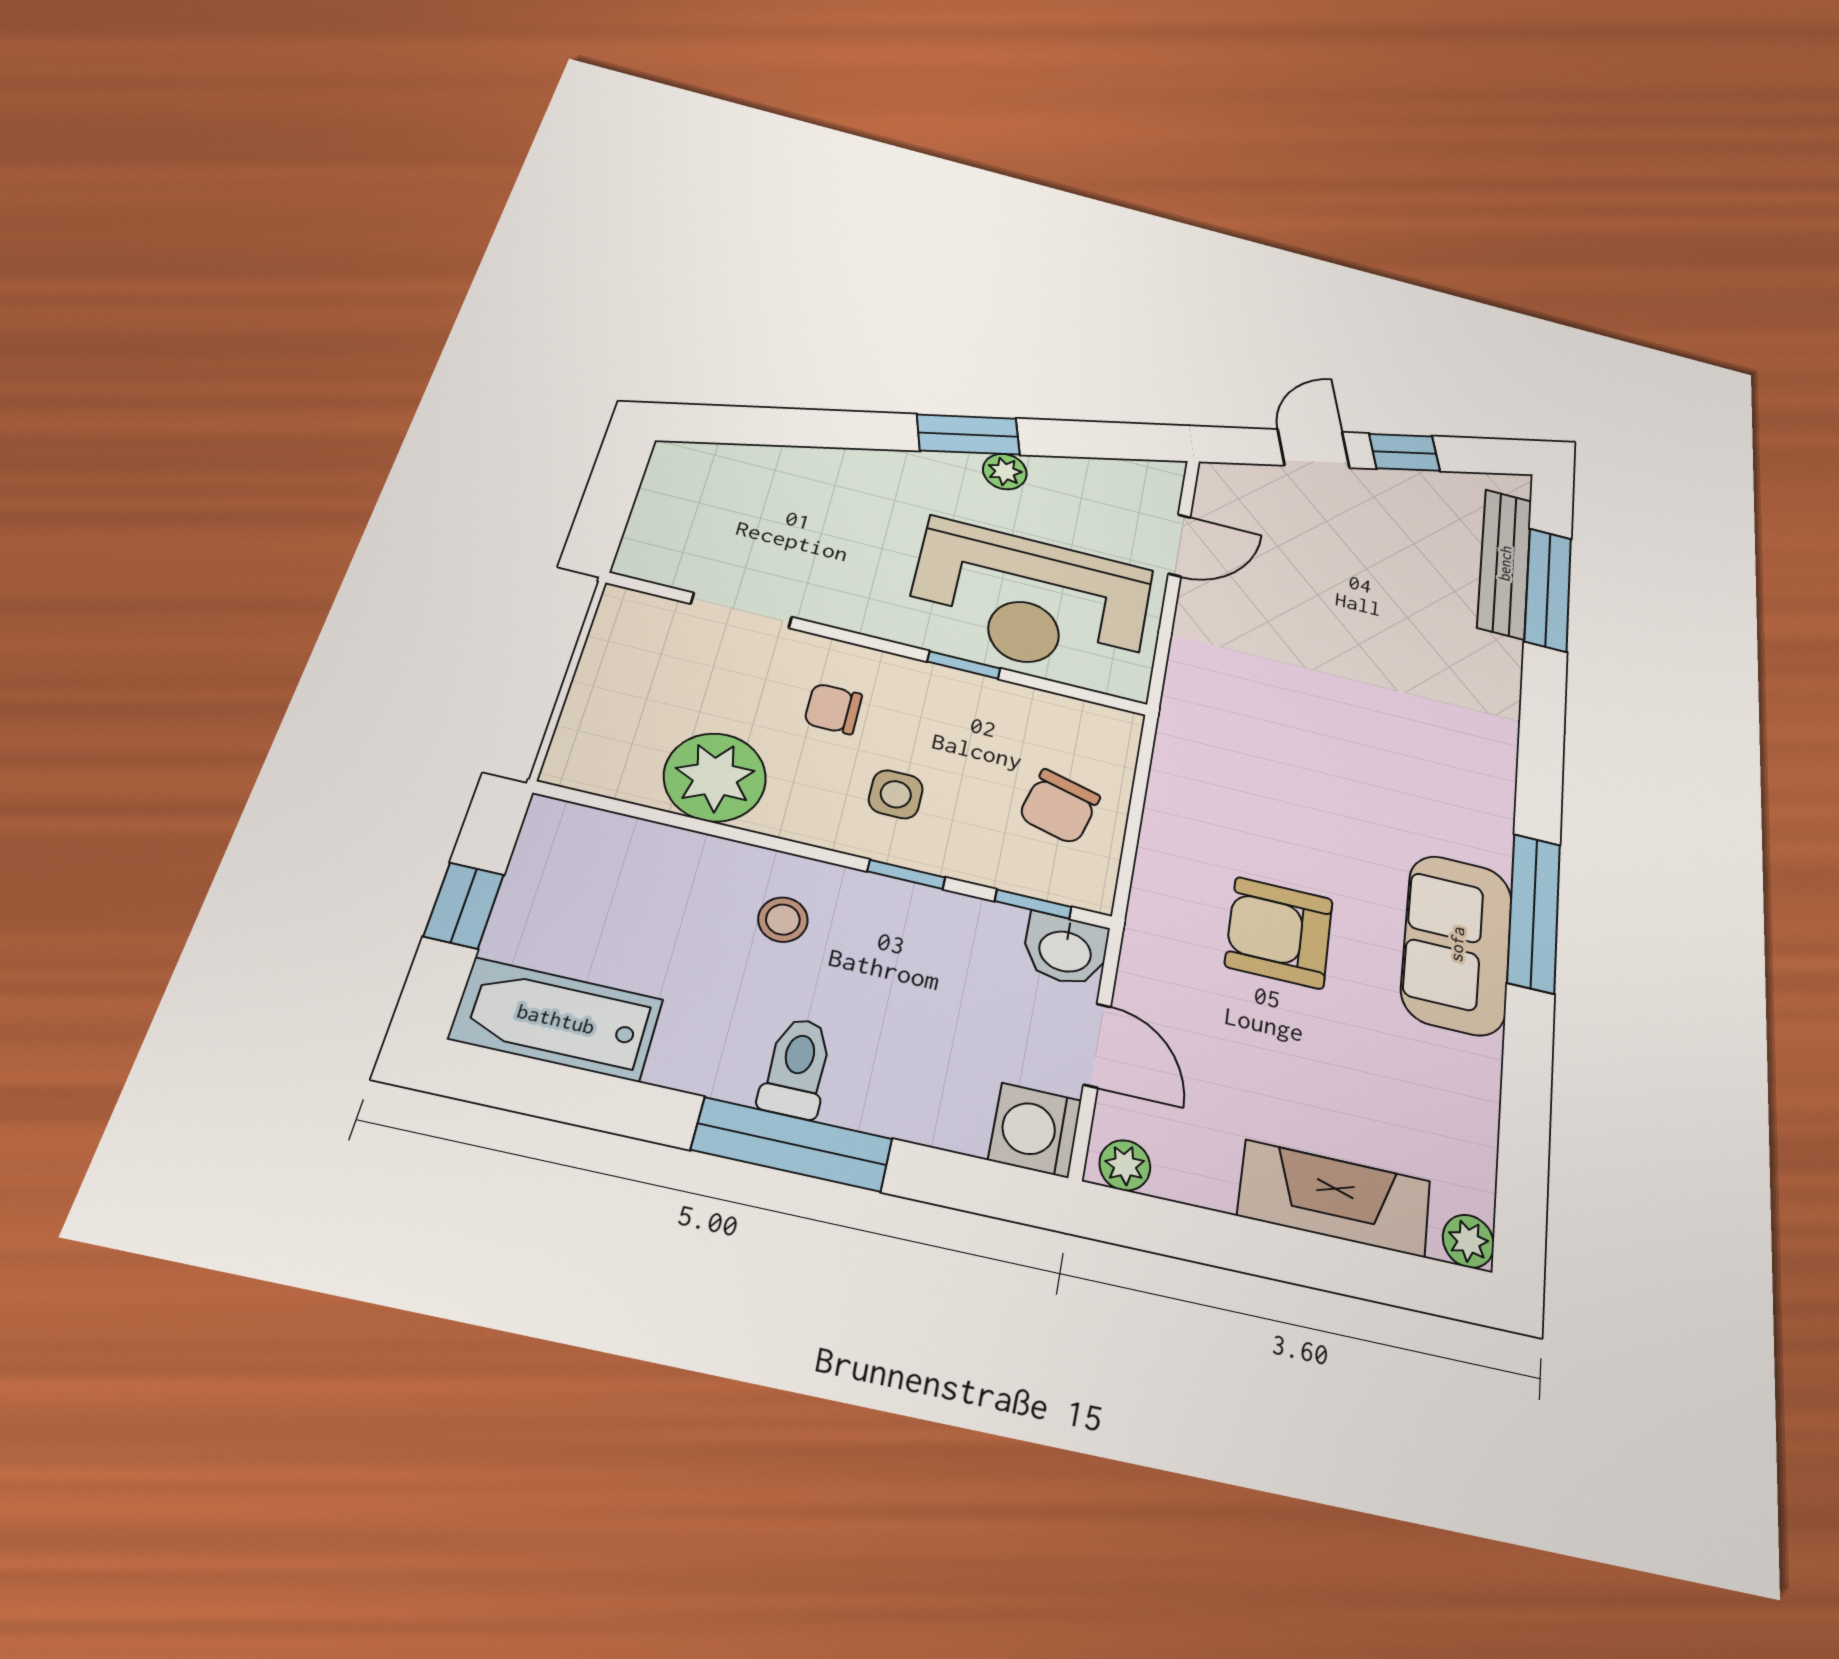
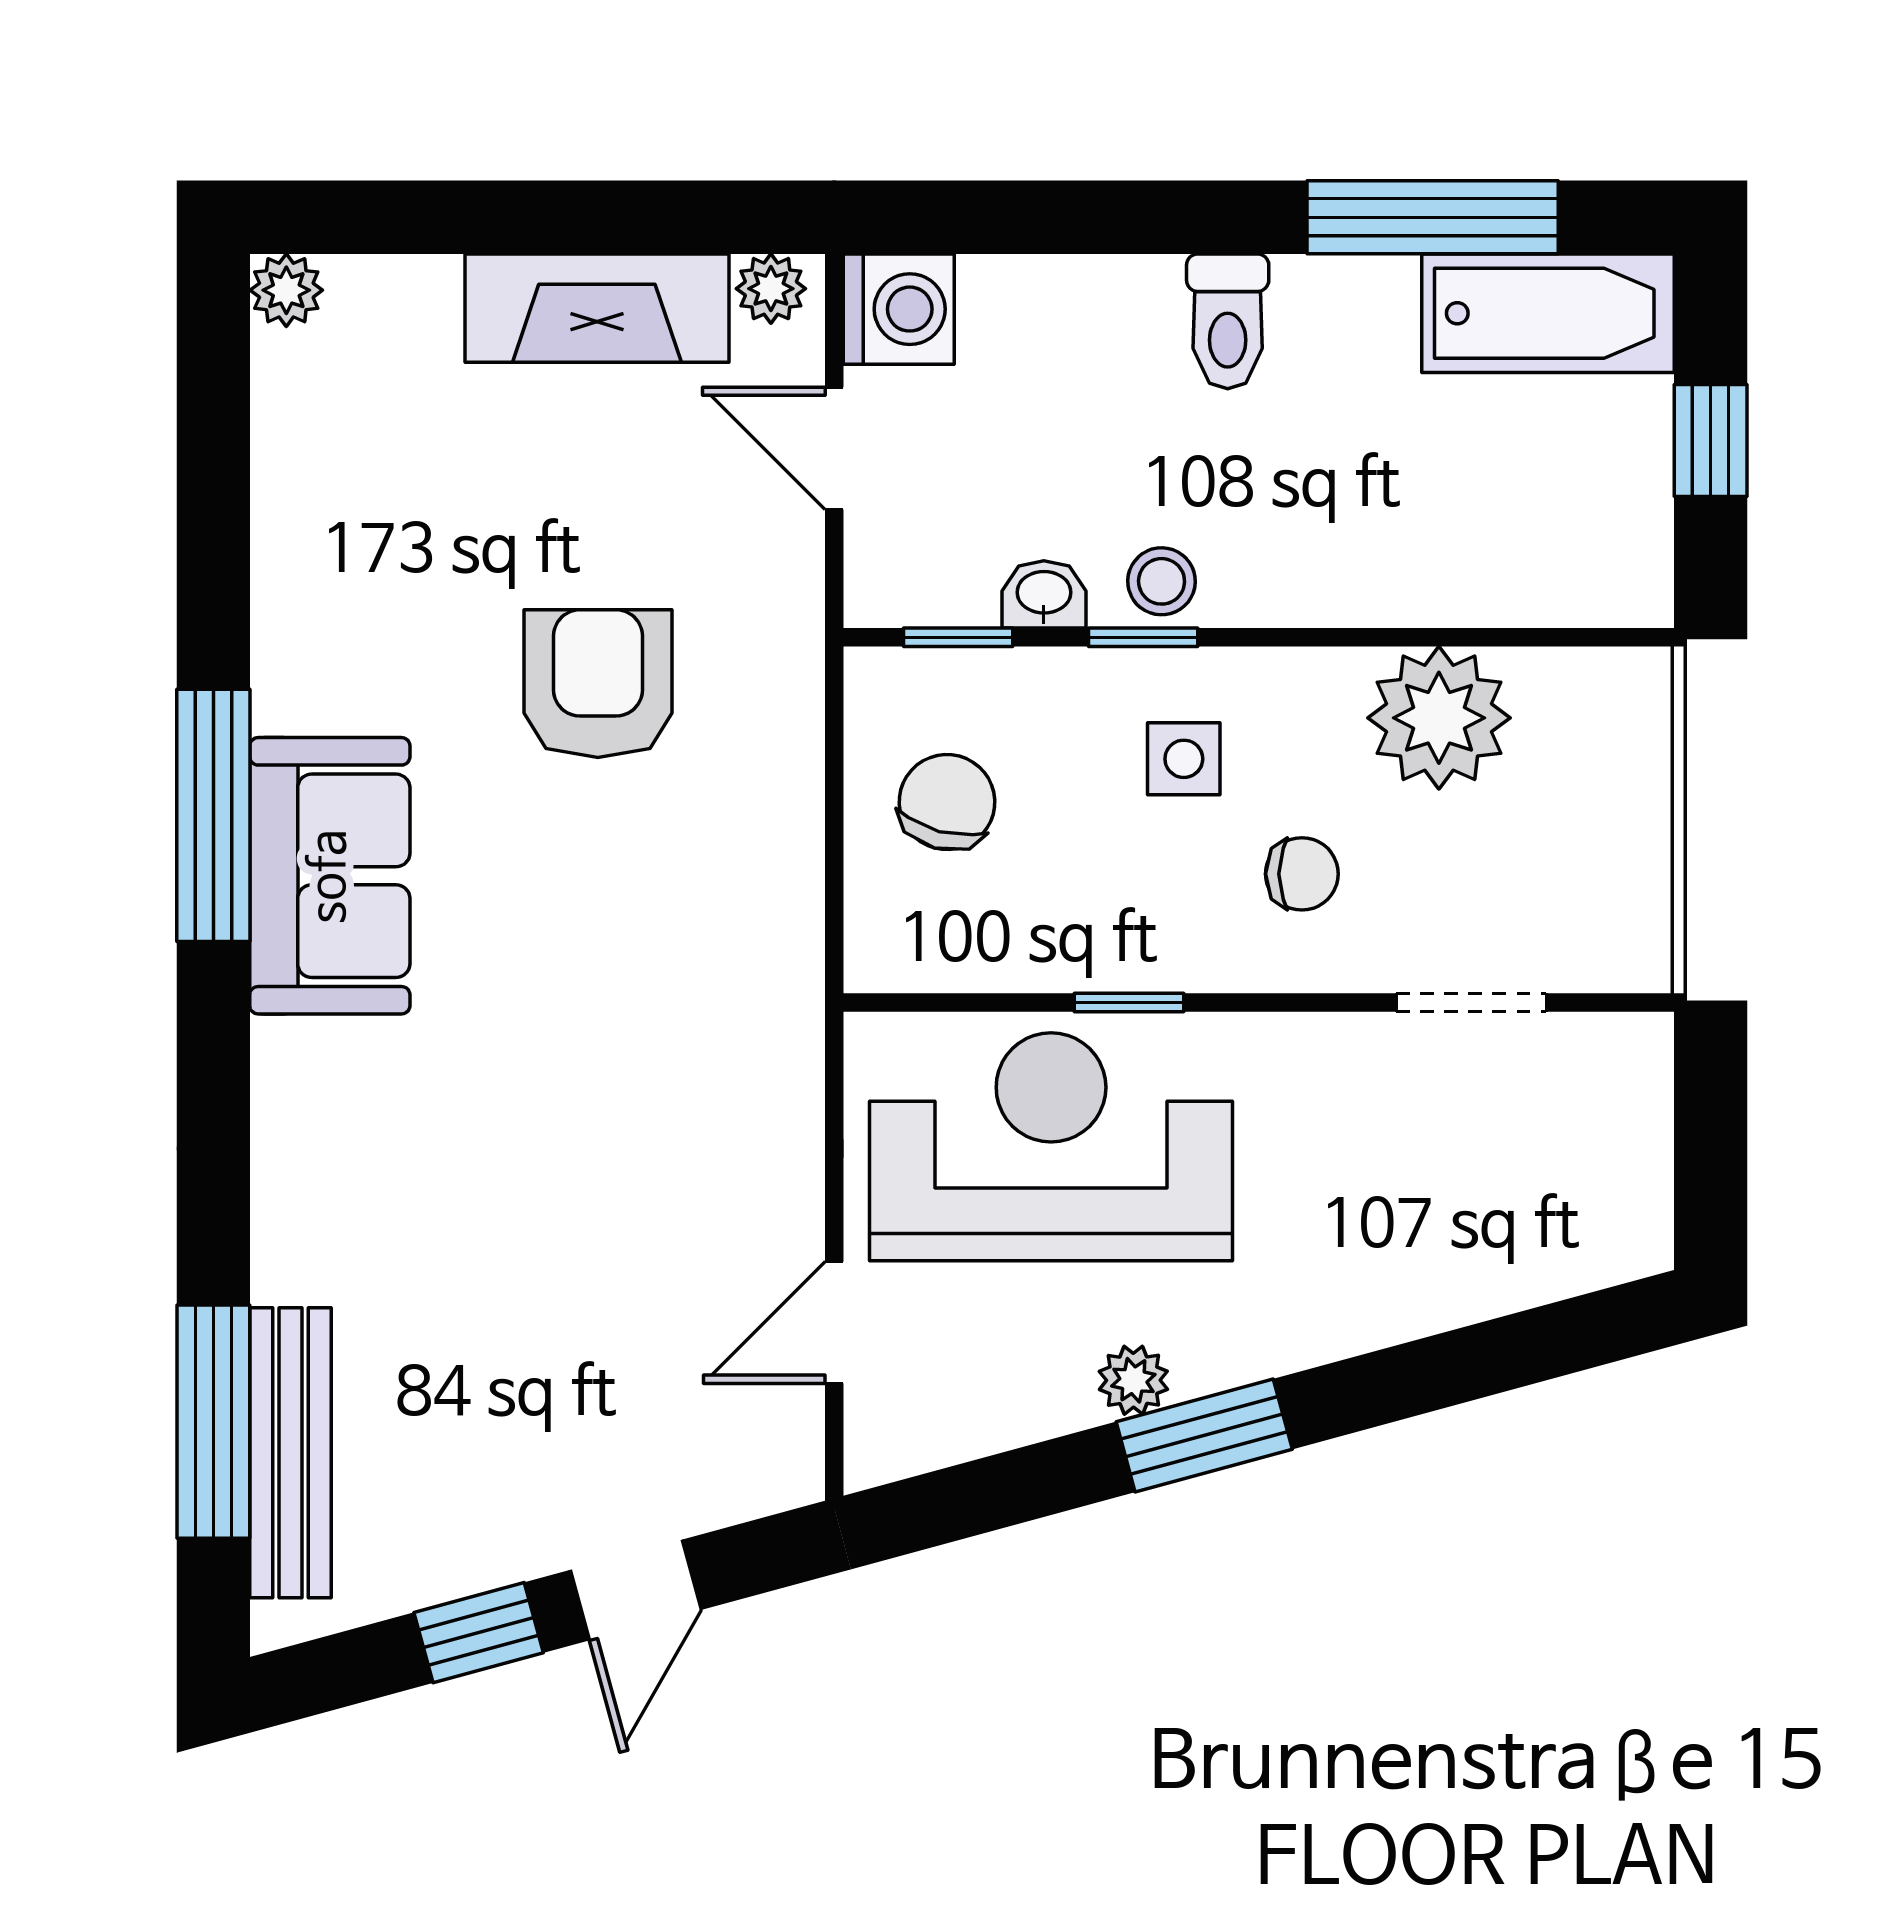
stool: (783, 920) -> (1162, 581), moved
armchair: (1279, 933) -> (598, 684), turned -90
sofa: (1457, 944) -> (330, 876), moved
washbasin: (1065, 950) -> (1044, 594), moved, width x0.72, depth x0.69
window: (792, 1144) -> (1433, 217), moved
fireplace: (1335, 1198) -> (597, 308), moved

